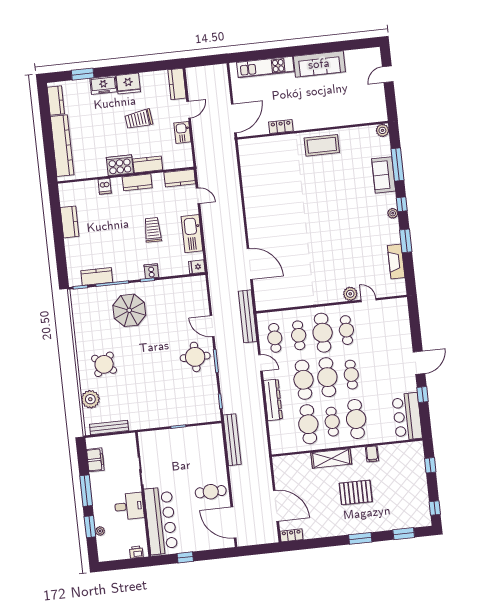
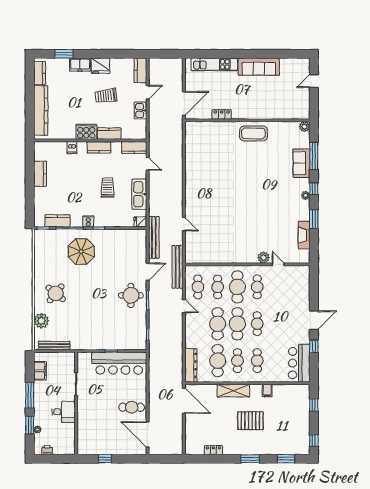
door: (250, 264) -> (184, 224), width x0.53
cooker: (151, 271) -> (88, 221), moved
door: (212, 326) -> (148, 272), swing flipped
dresser: (273, 400) -> (191, 365), moved
cafe table: (356, 419) -> (257, 361), width x0.73, depth x0.74
bench: (232, 440) -> (154, 237), moved
door: (276, 506) -> (184, 401), moved
bar counter: (161, 521) -> (119, 363), moved, turned 90
locker: (291, 535) -> (213, 450), moved
printer: (136, 552) -> (47, 450), moved

